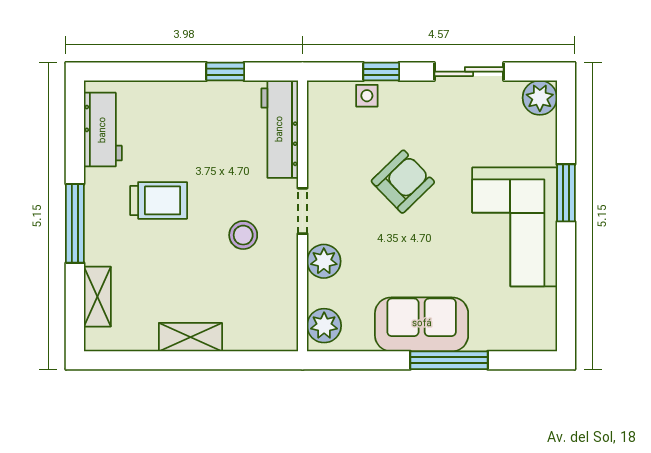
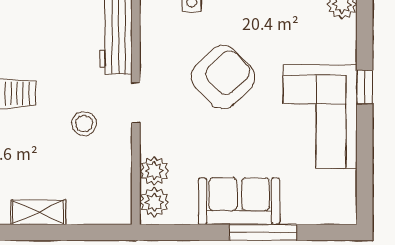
armchair: (403, 182) -> (223, 77), width x1.36, depth x1.36
window: (566, 193) -> (365, 87), width x0.67
plant: (324, 261) -> (154, 171), moved

